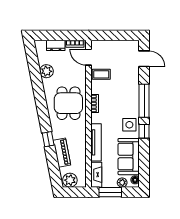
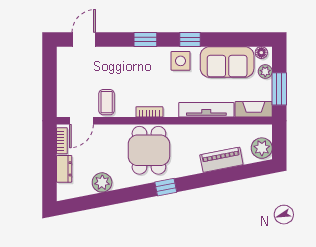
window: (144, 101) -> (145, 39), width x0.46
dining table: (68, 103) -> (149, 150), turned 90
window: (48, 139) -> (166, 187), moved

